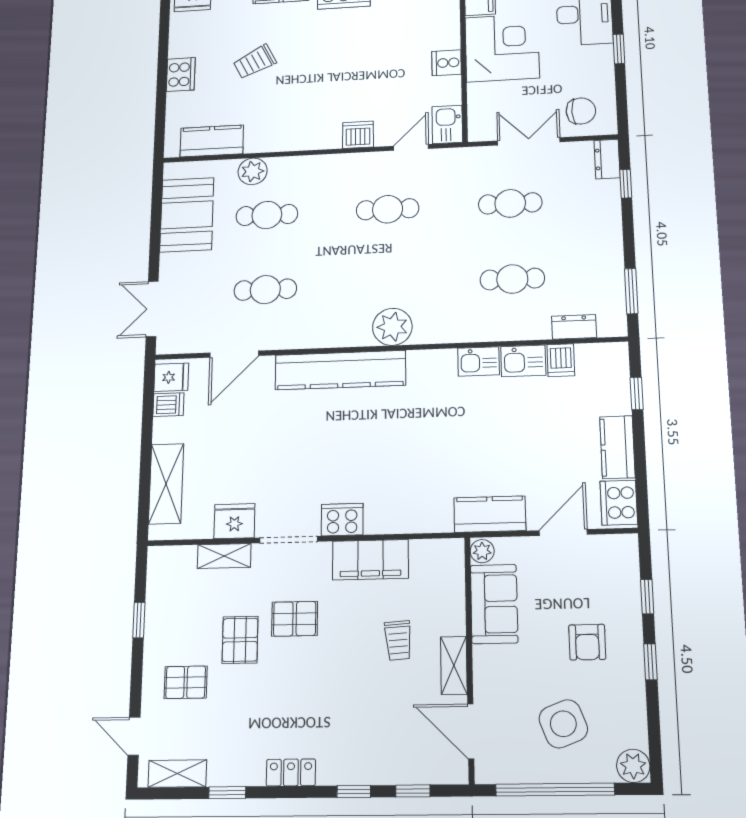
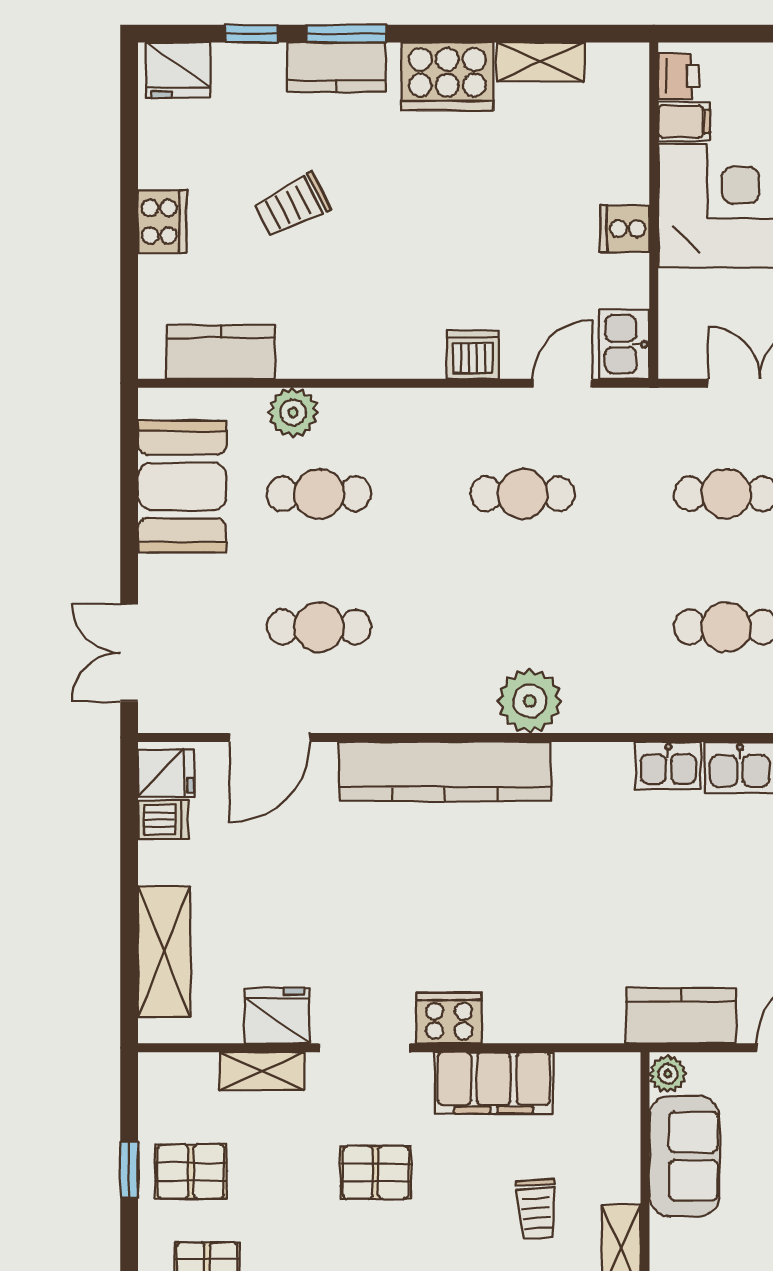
pallet: (240, 640) -> (191, 1172), moved, turned 90

